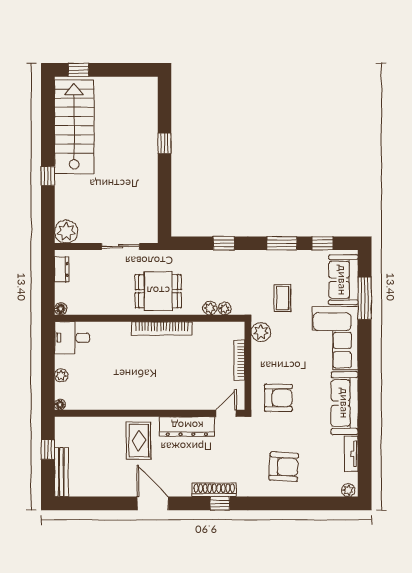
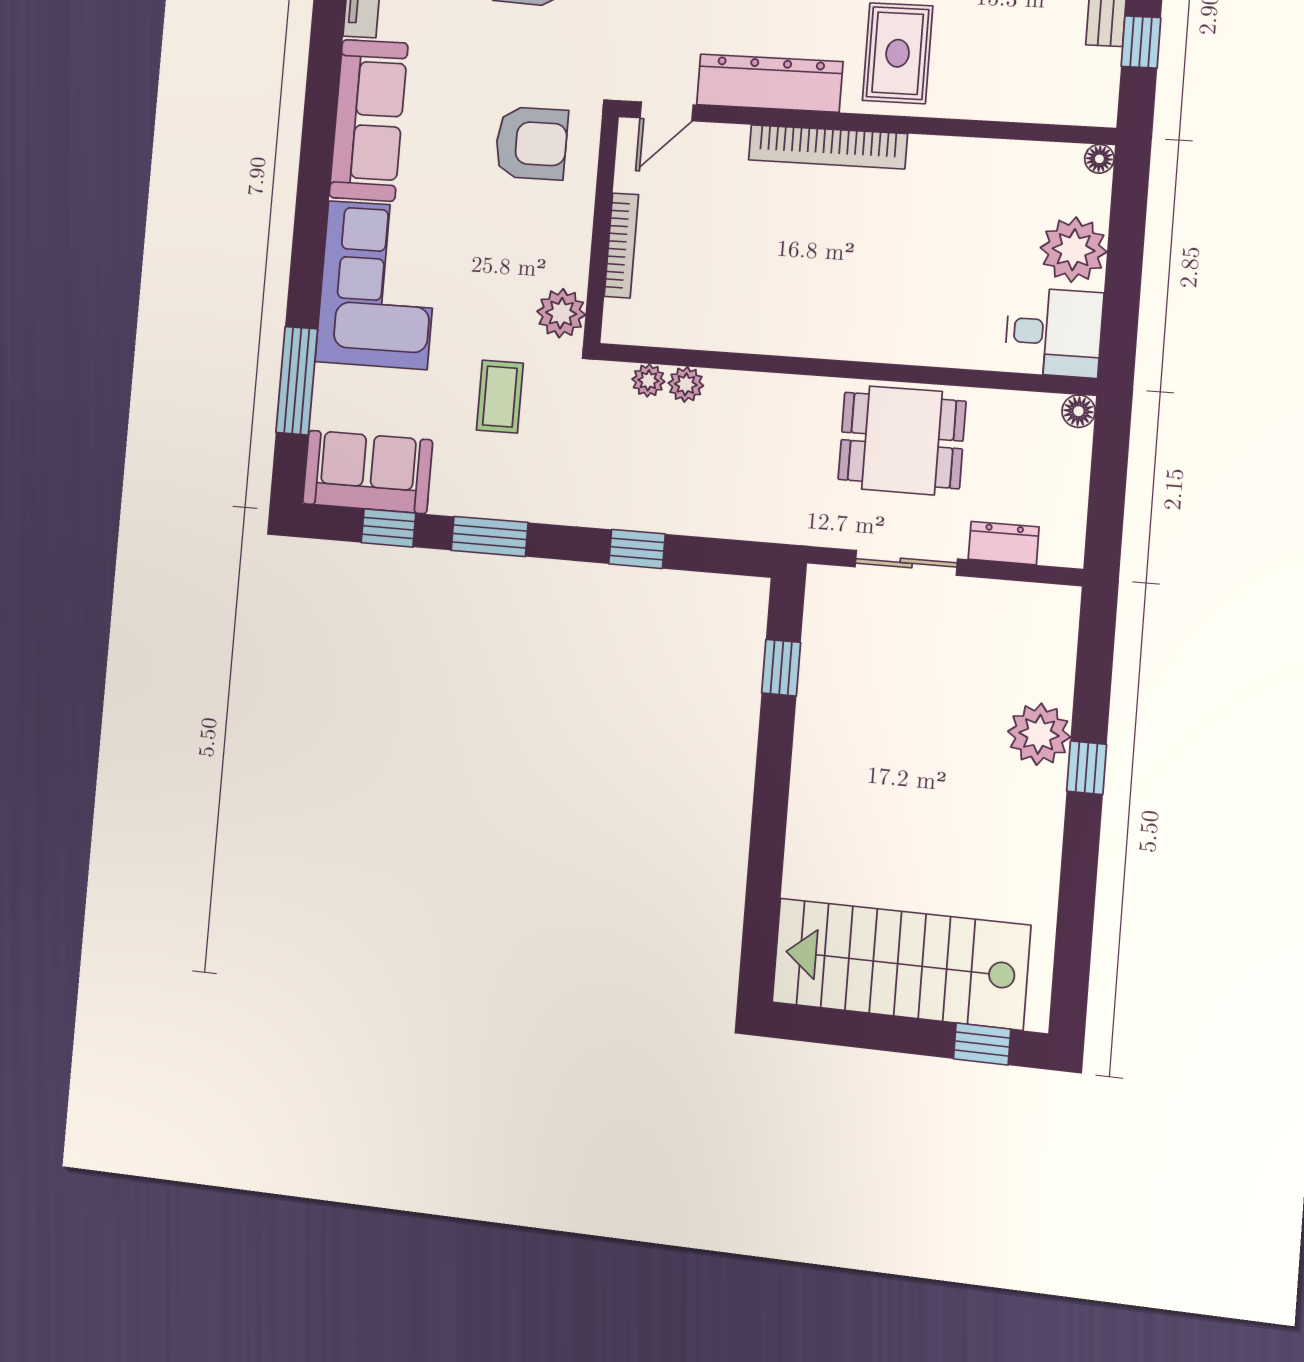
stairs: (74, 127) -> (901, 964), moved, turned 90
window: (165, 143) -> (781, 668), moved
plant: (66, 232) -> (1039, 734), moved
dresser: (62, 270) -> (1004, 543), moved, turned 90
sofa: (343, 280) -> (367, 472), moved, turned -90
dining table: (158, 291) -> (902, 440), moved
bookcase: (162, 328) -> (828, 147), moved, turned 180
plant: (61, 375) -> (1074, 250), width x1.87, depth x1.87
armchair: (278, 398) -> (531, 143), turned 180

